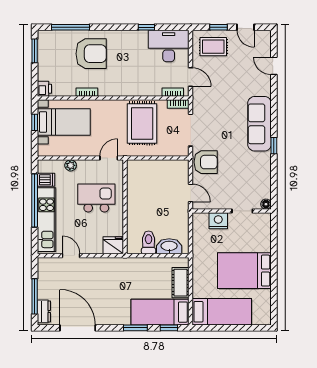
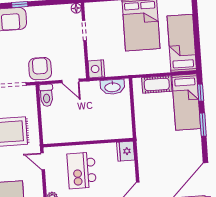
door: (191, 193) -> (71, 81), swing flipped
nightstand: (218, 221) -> (96, 69), moved
toilet: (149, 242) -> (46, 95), moved, turned -90
washbasin: (169, 246) -> (113, 87), moved, turned -90

